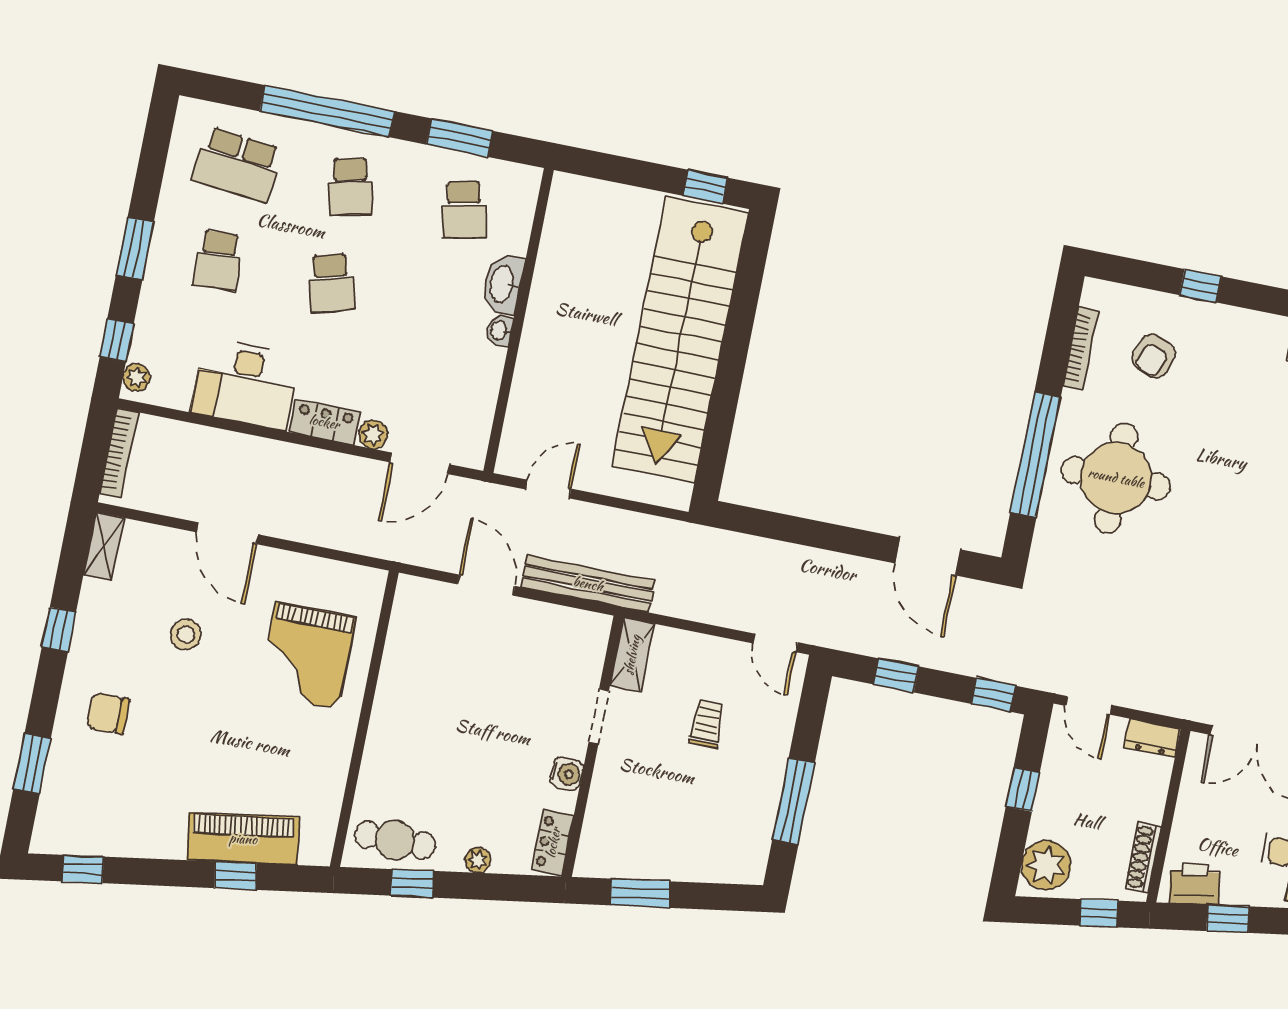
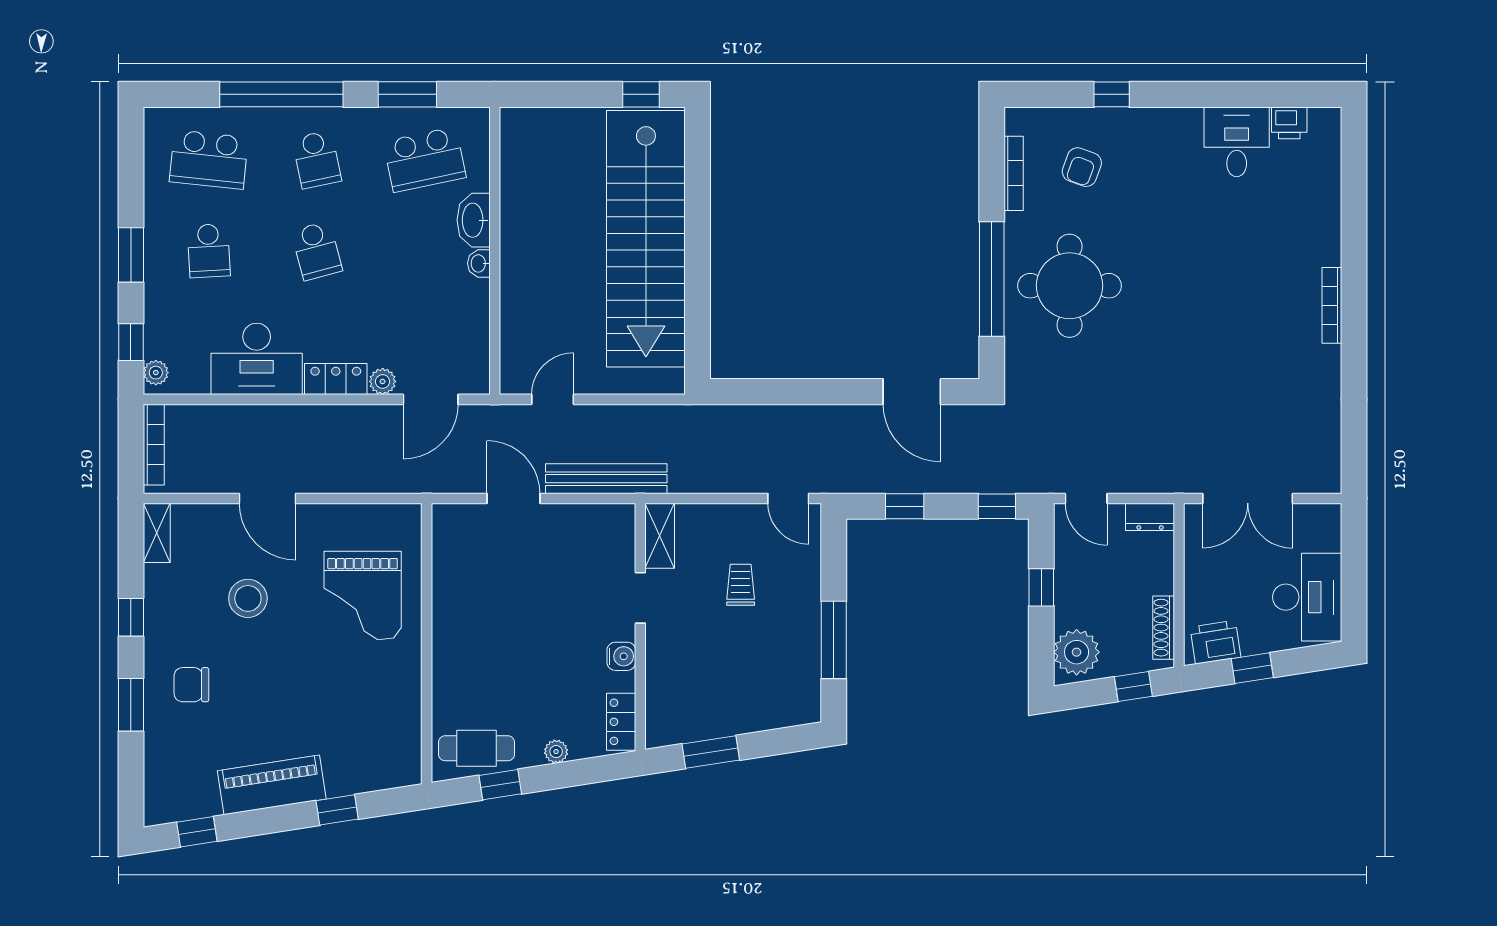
school desk: (464, 210) -> (425, 160), width x1.85
stool: (186, 634) -> (248, 598), width x1.38, depth x1.38
window: (32, 764) -> (131, 705), moved
piano: (243, 839) -> (272, 785), moved

